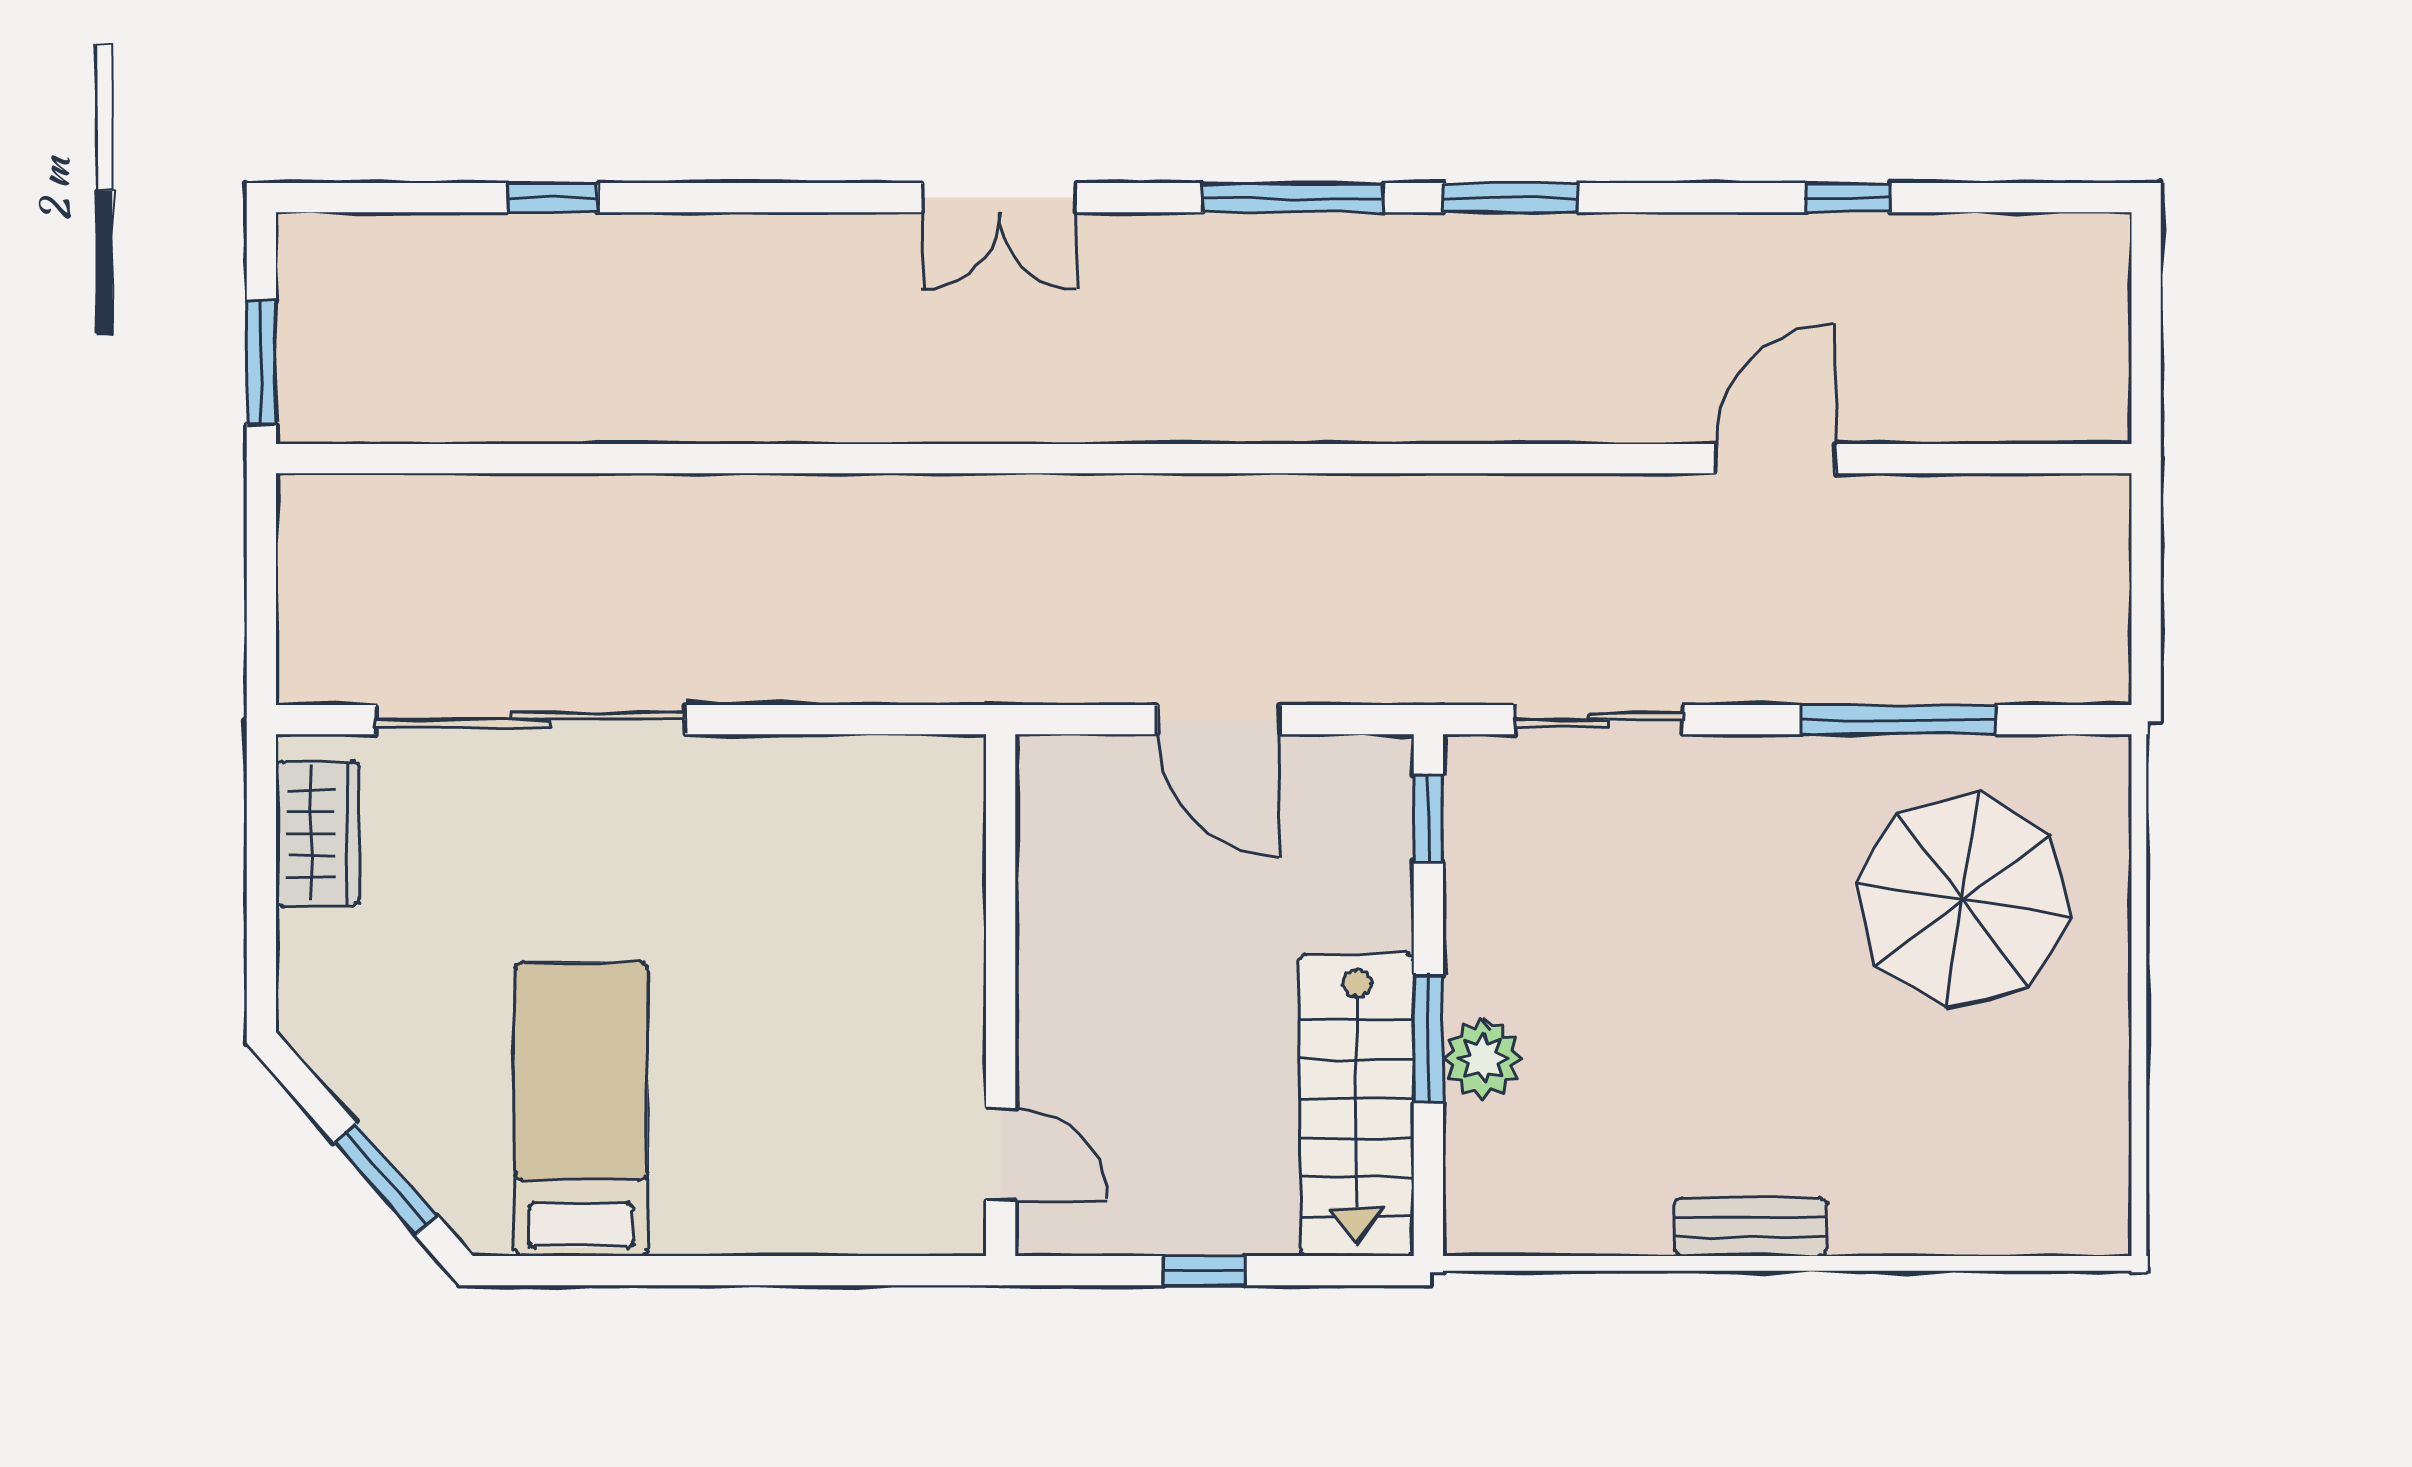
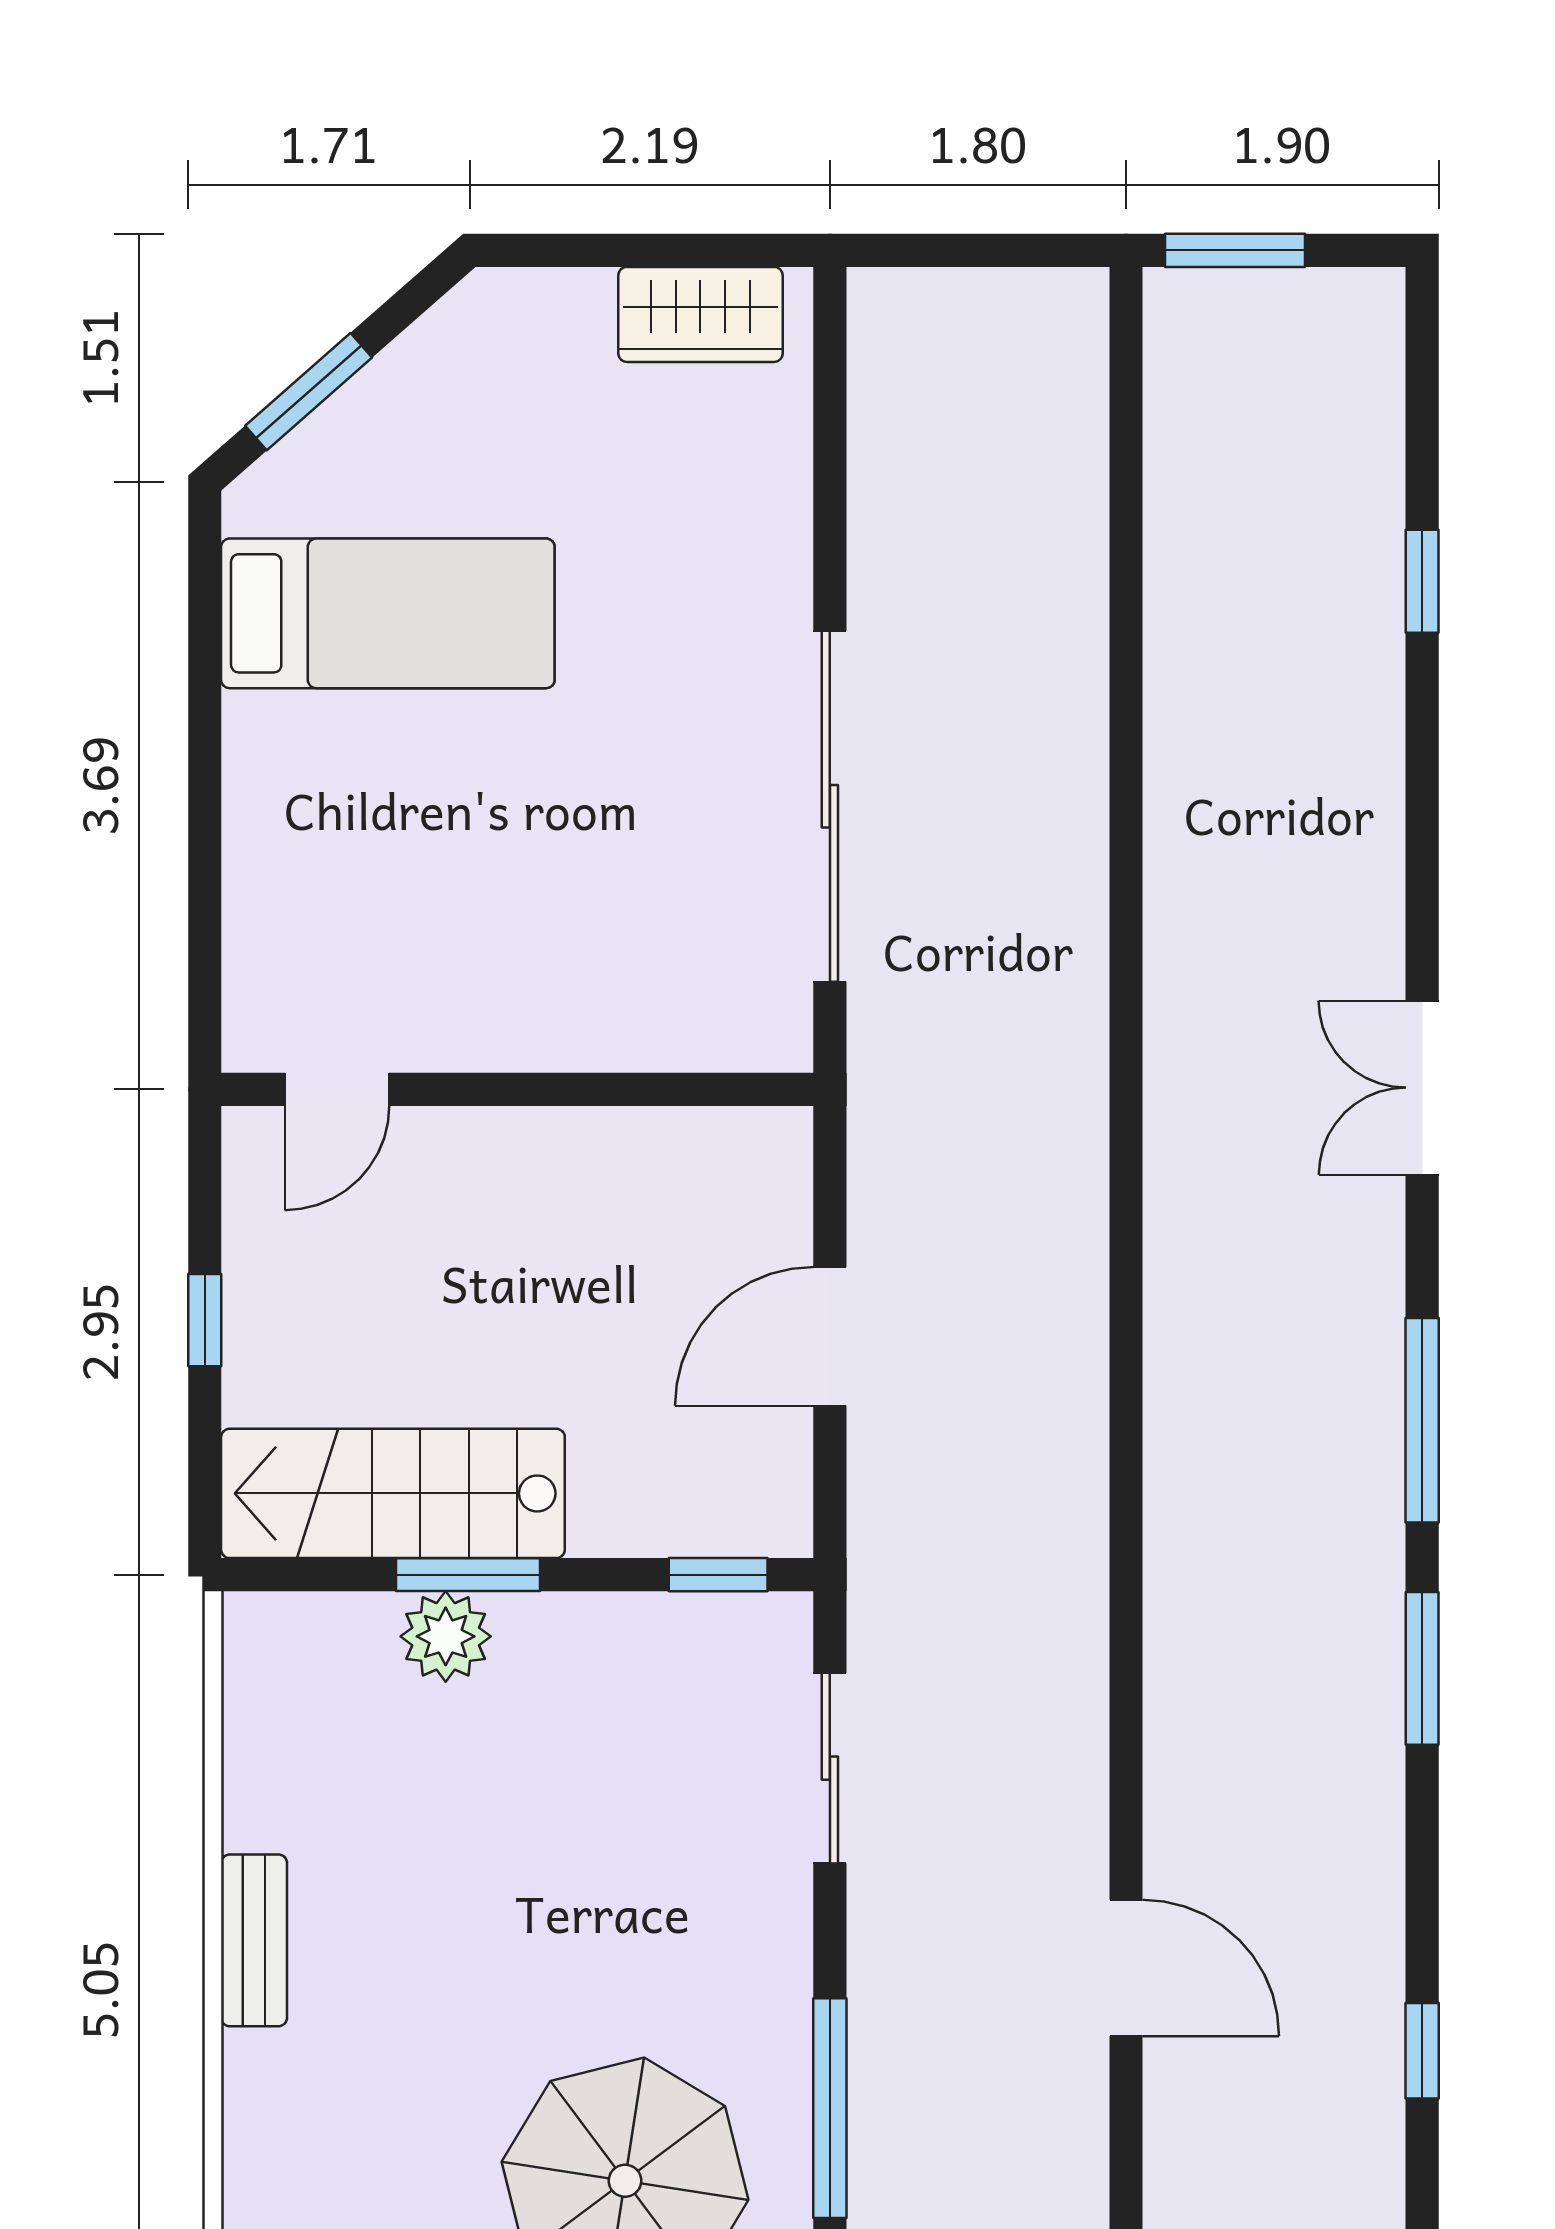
sliding door: (531, 720) -> (830, 806), moved

